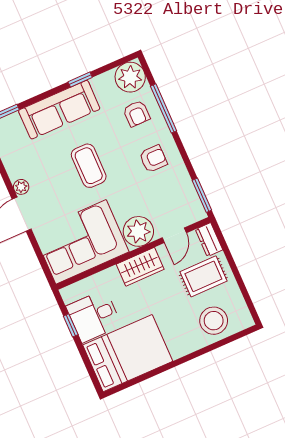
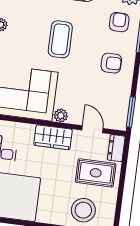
armchair: (136, 113) -> (119, 22), turned 180
plant: (138, 231) -> (61, 116), width x0.53, depth x0.53
door: (174, 235) -> (93, 129), swing flipped

